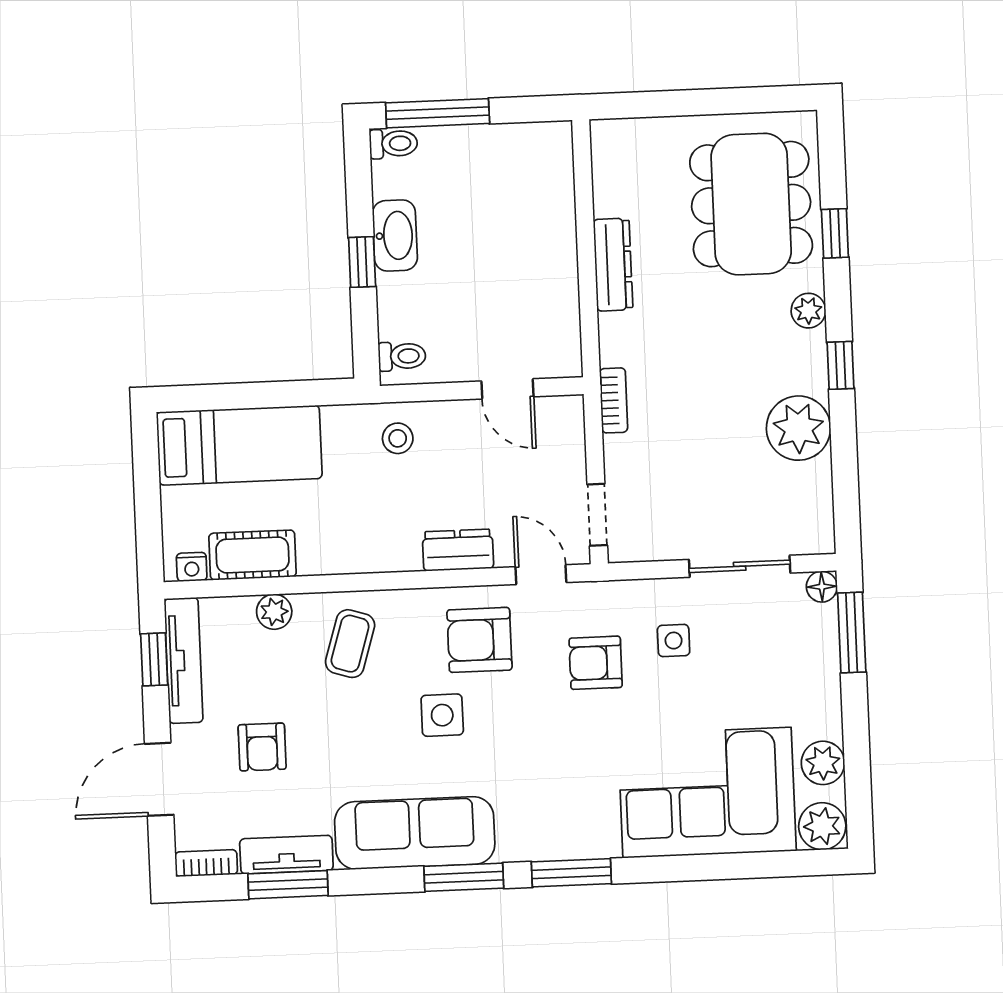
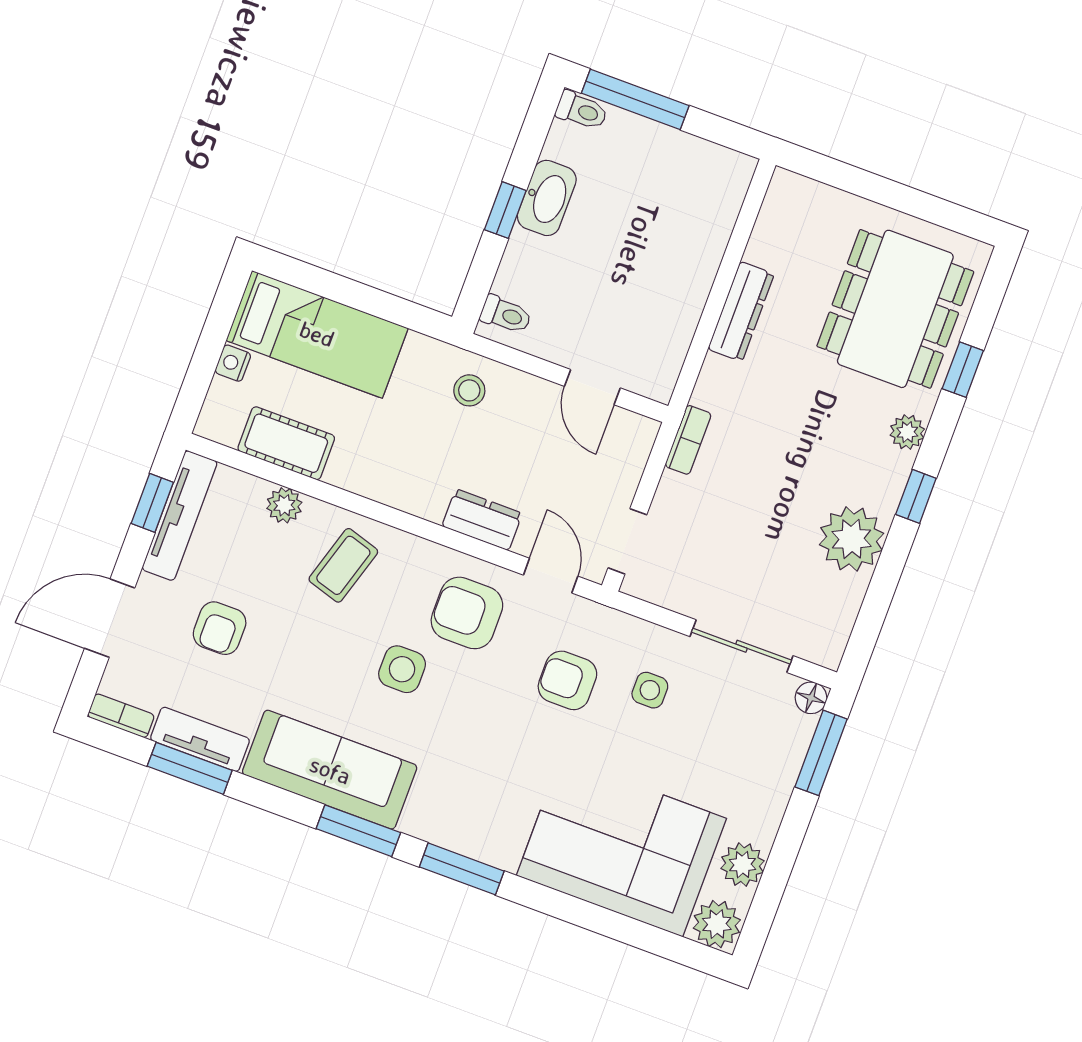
nightstand: (192, 567) -> (233, 363), moved, turned 90

